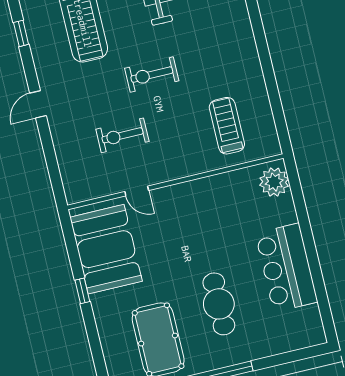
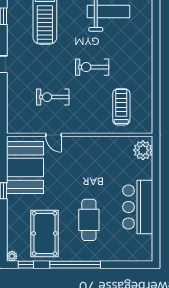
exercise bike: (152, 75) -> (92, 67), moved

